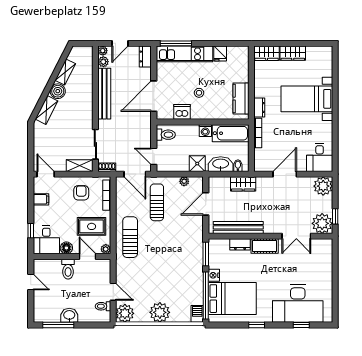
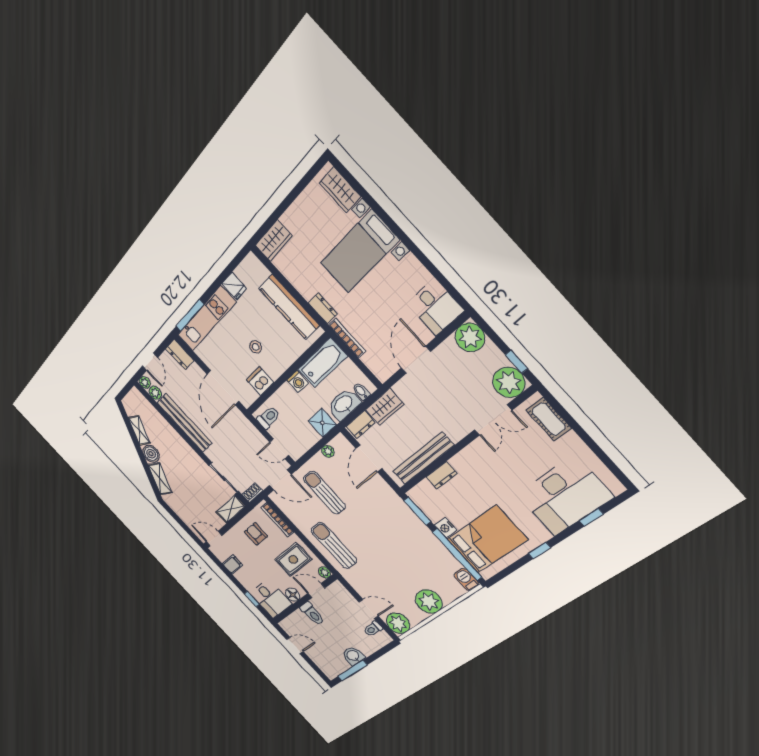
wardrobe: (293, 53) -> (340, 190), moved, turned 90
kitchen counter: (241, 99) -> (289, 307), width x1.50
dresser: (220, 182) -> (361, 425), added
cot: (265, 246) -> (549, 419), moved, turned 90

